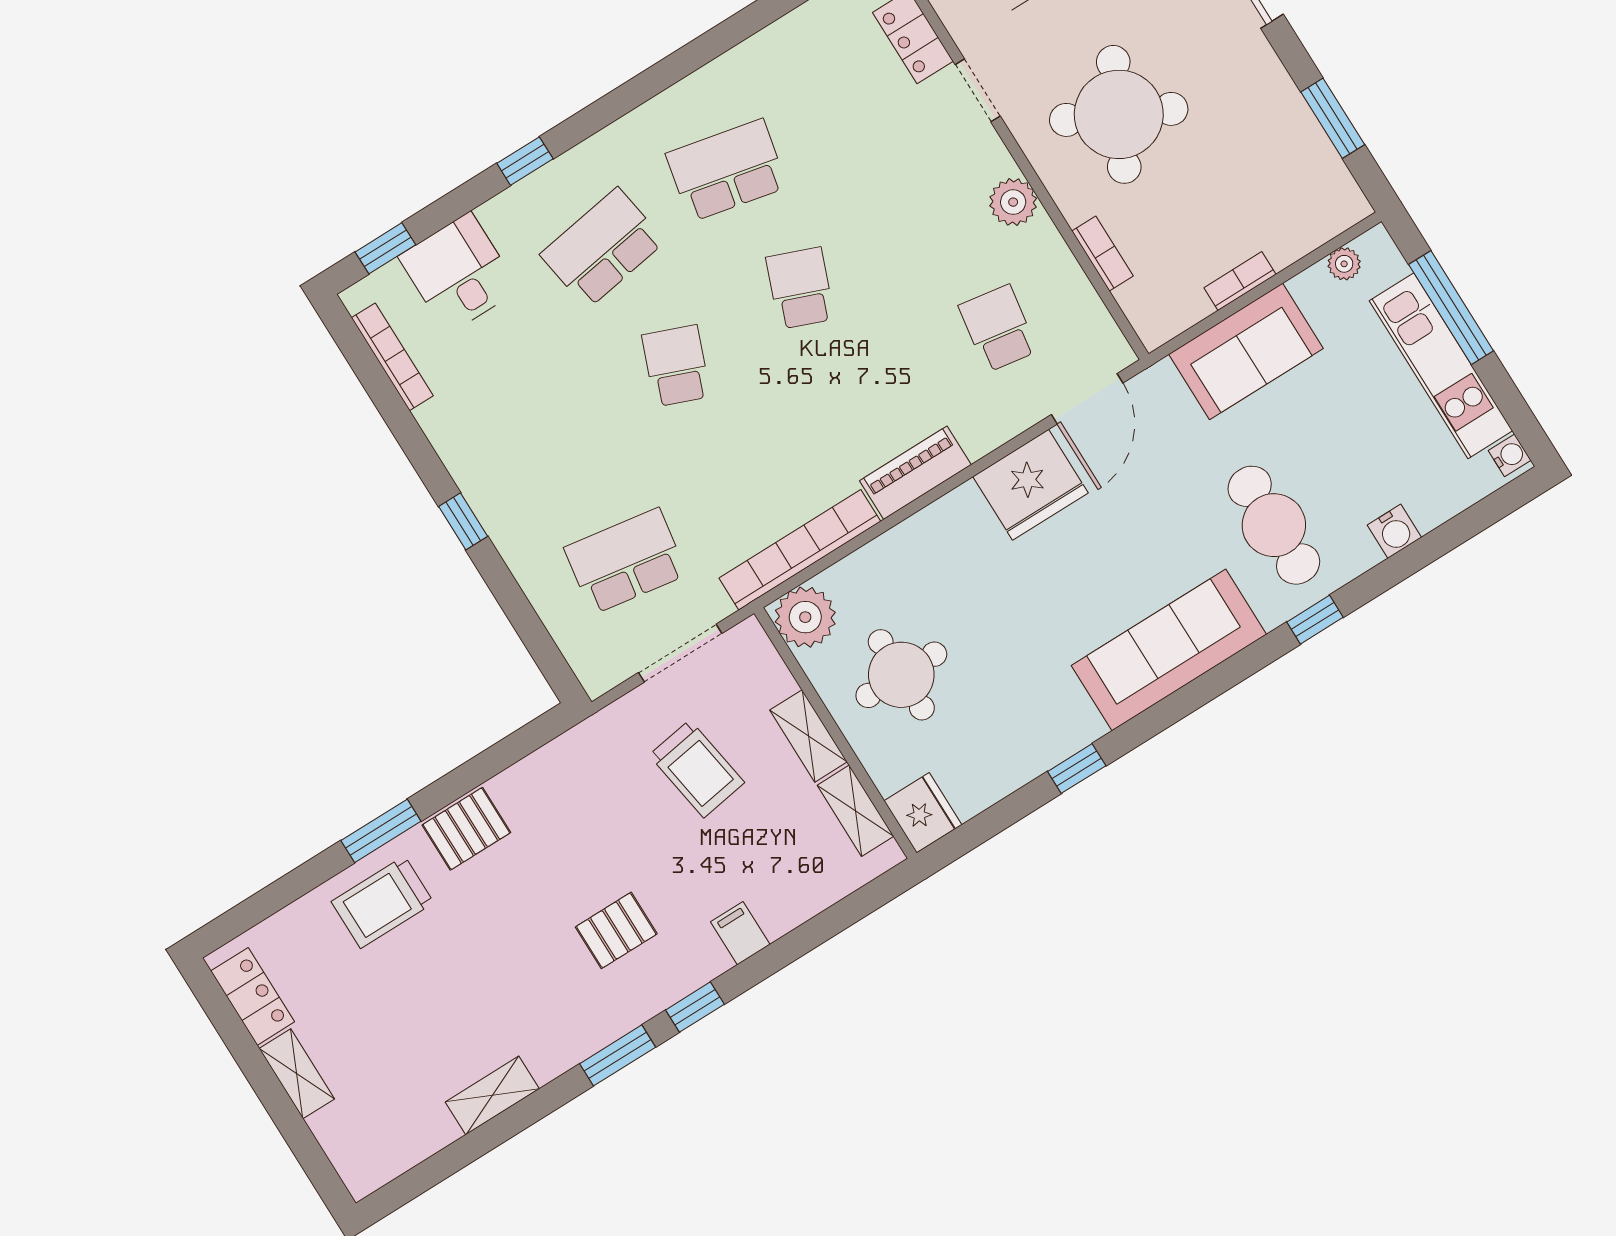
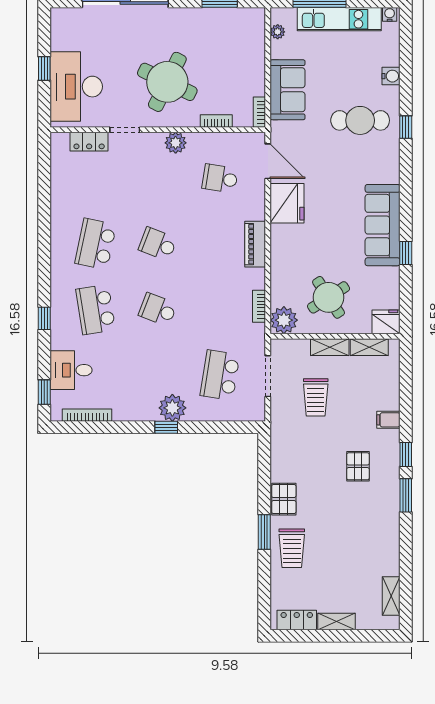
bookcase: (1240, 281) -> (259, 112), moved
plant: (507, 510) -> (172, 408), added
bookcase: (800, 550) -> (259, 306), width x0.43, depth x0.76
sofa: (1169, 650) -> (383, 225), moved
round table: (901, 675) -> (329, 297), turned -33
trolley: (697, 769) -> (316, 397), turned 99
shelving: (492, 1095) -> (391, 596), moved

